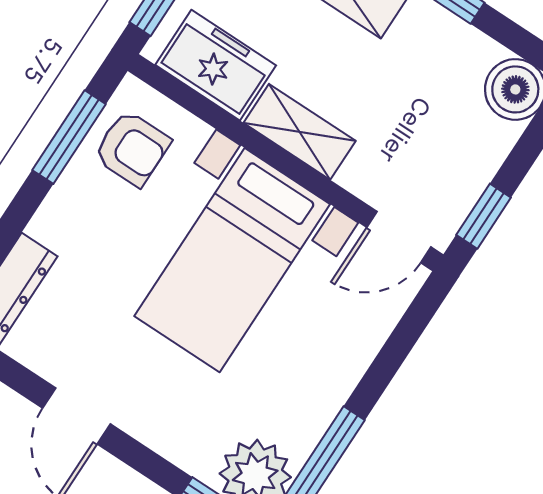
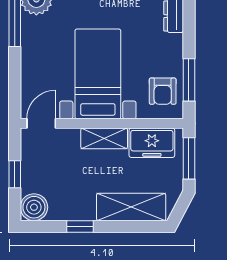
armchair: (132, 148) -> (163, 91), turned -90
window: (484, 216) -> (15, 174), moved

